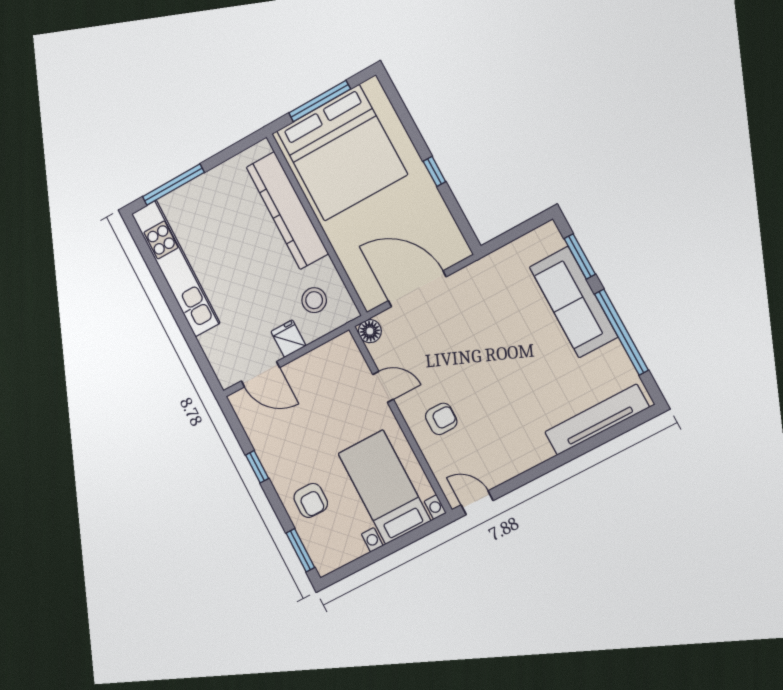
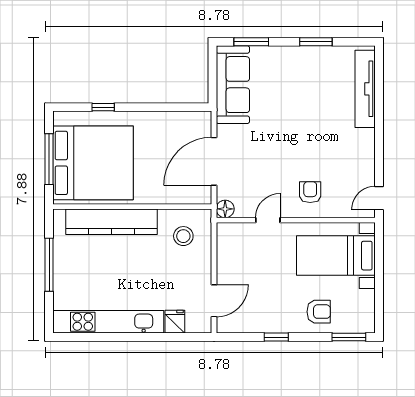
window: (434, 171) -> (103, 107), moved
window: (173, 185) -> (49, 265), moved
sofa: (573, 302) -> (233, 85), moved, turned -90
window: (621, 332) -> (316, 42), width x0.47
fridge: (288, 339) -> (175, 322), moved, turned 90

